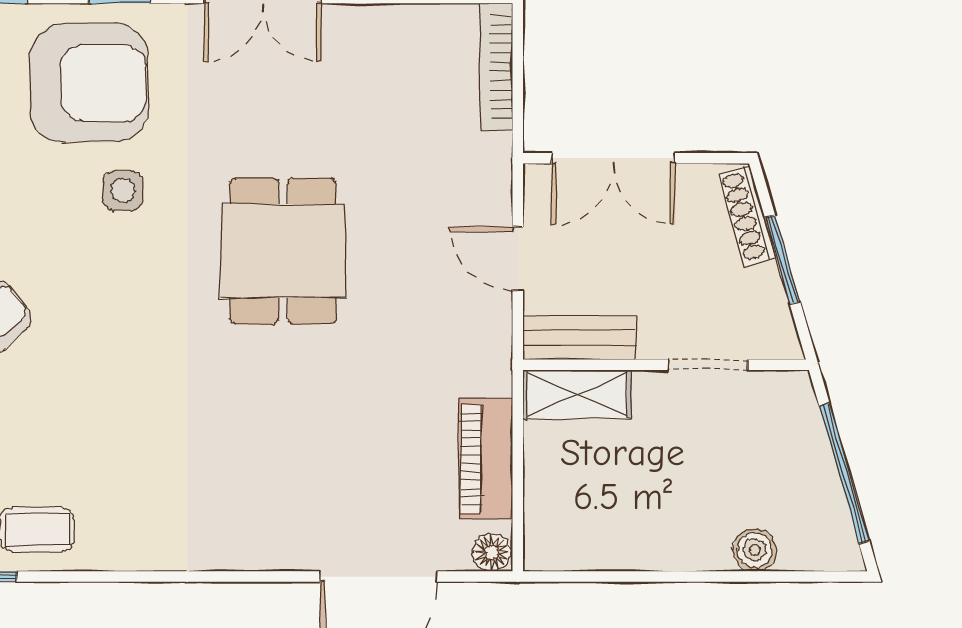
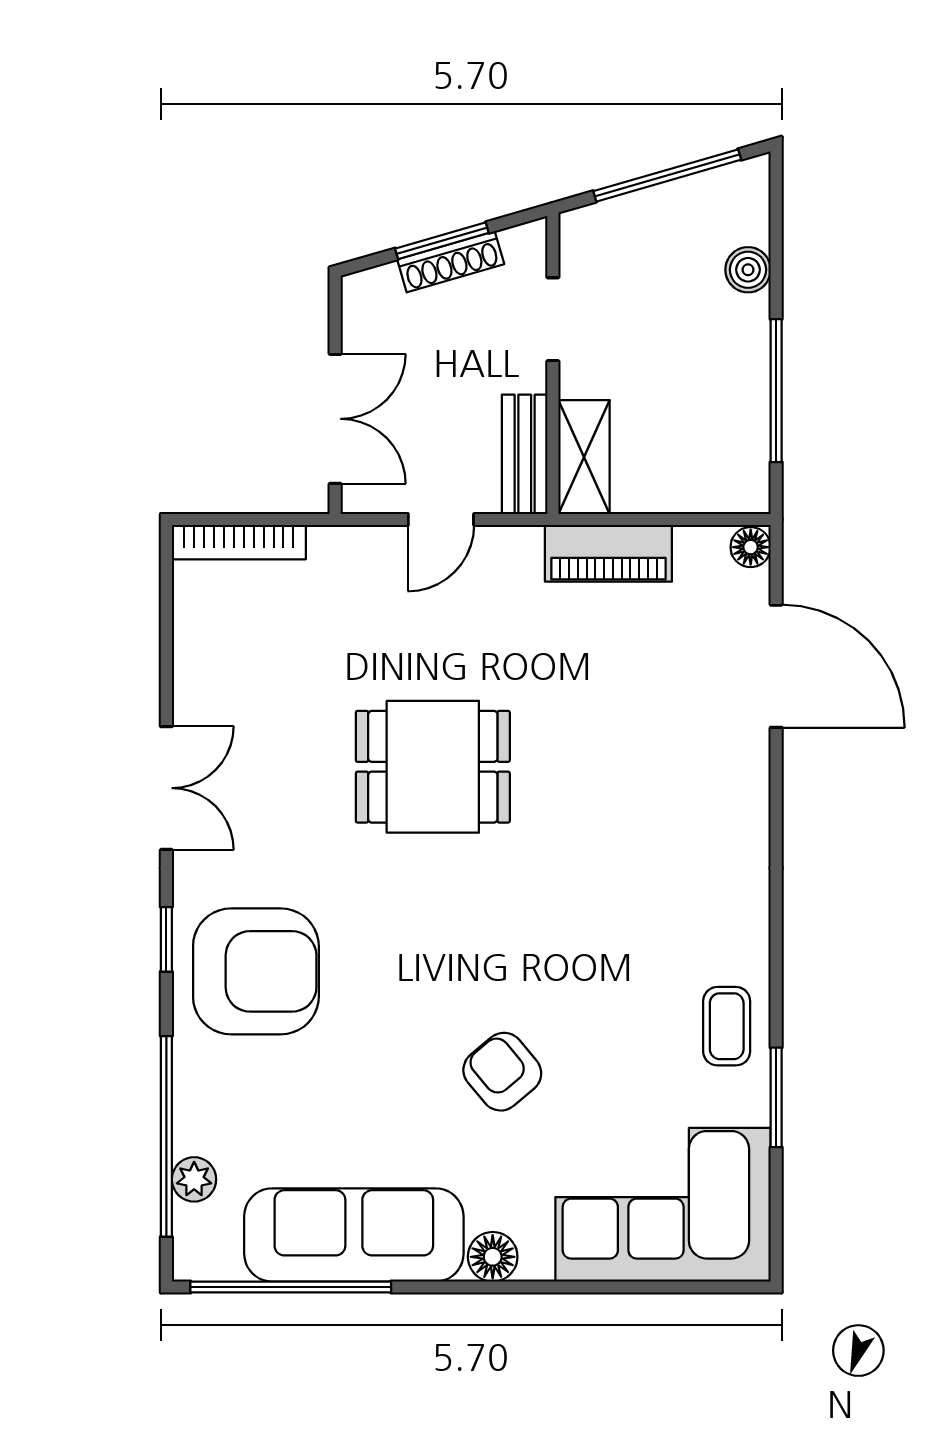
armchair: (89, 83) -> (256, 971), turned 90
side table: (123, 190) -> (369, 936), removed
shoe rack: (747, 215) -> (451, 262), moved
piano: (486, 459) -> (608, 553), moved
window: (640, 577) -> (776, 391), added

